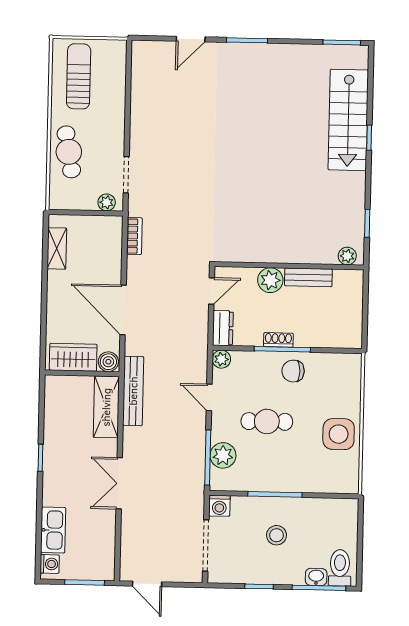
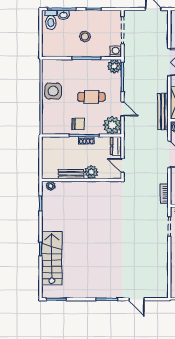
door: (191, 39) -> (137, 299), swing flipped
door: (212, 291) -> (122, 166), hinge flipped
plant: (221, 359) -> (112, 125), width x1.87, depth x1.87
plant: (223, 455) -> (114, 66), moved

